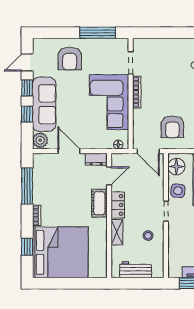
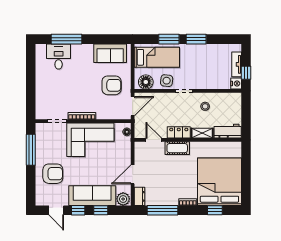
dresser: (96, 159) -> (140, 196), moved
workbench: (136, 270) -> (228, 131), moved, turned 90
nightstand: (175, 272) -> (236, 84), added

